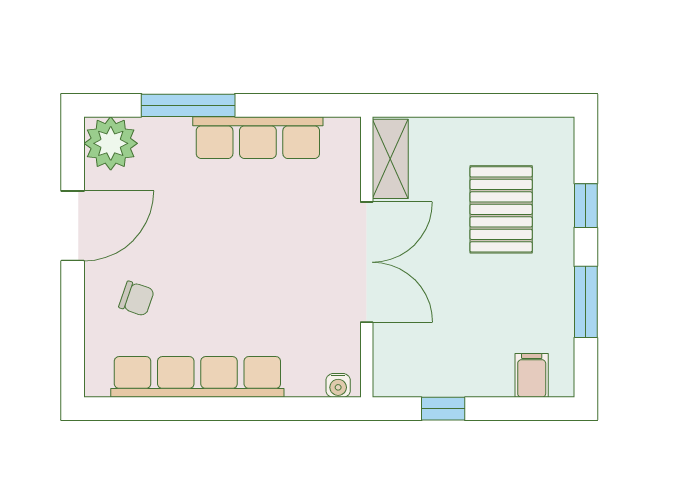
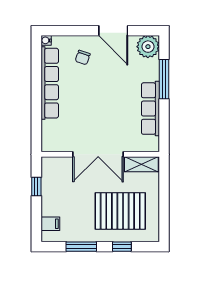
pallet: (501, 209) -> (120, 211), width x1.37, depth x1.41
water cooler: (338, 385) -> (46, 40), moved

